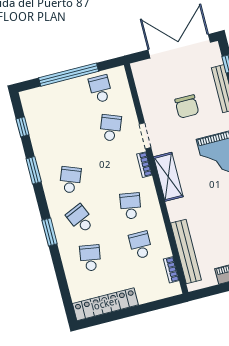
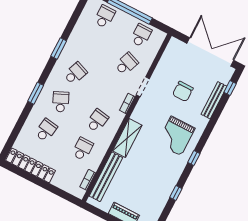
school desk: (50, 102) -> (105, 17), added
window: (23, 127) -> (75, 17), removed
shelving: (168, 177) -> (127, 138), moved

